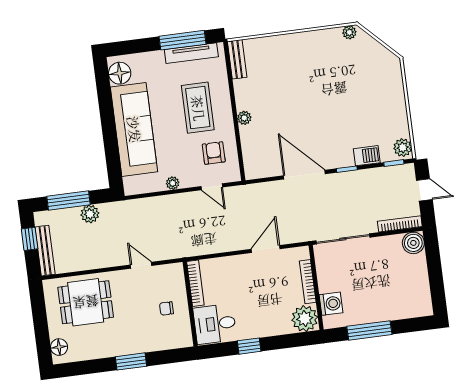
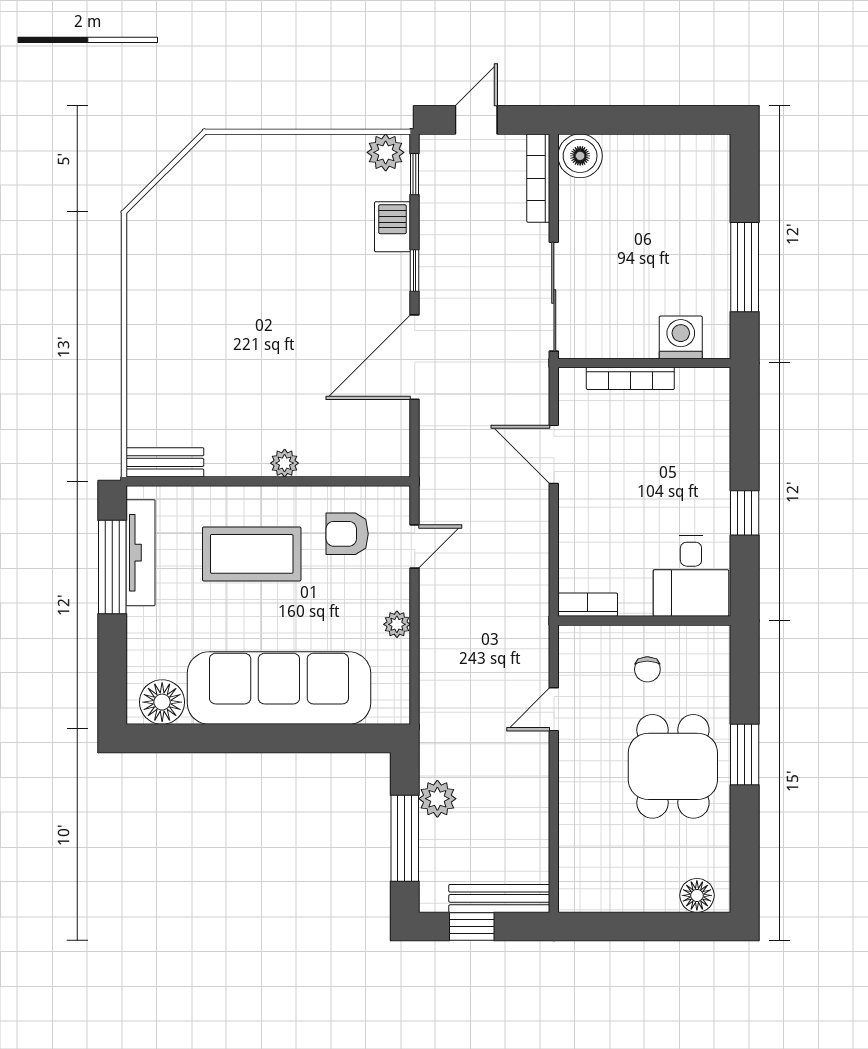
plant: (349, 32) -> (140, 230), removed
bookcase: (195, 283) -> (588, 605), width x0.64
dining table: (86, 302) -> (673, 766), moved
plant: (305, 319) -> (704, 394), removed

